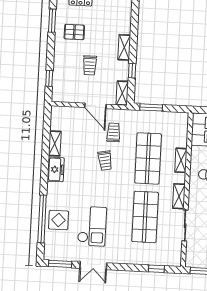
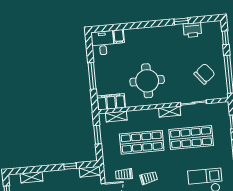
shelving: (124, 47) -> (32, 177), moved
window: (151, 107) -> (98, 135), moved
shelving: (181, 160) -> (116, 116), moved

